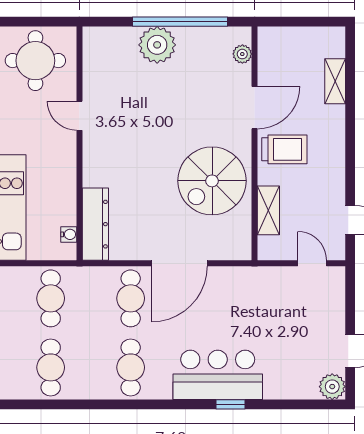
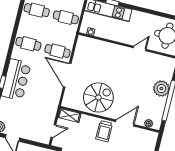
door: (255, 108) -> (125, 123), swing flipped
spiral stairs: (212, 181) -> (98, 97), turned 90
shelving: (268, 210) -> (69, 116), moved
dresser: (95, 224) -> (92, 44), removed

